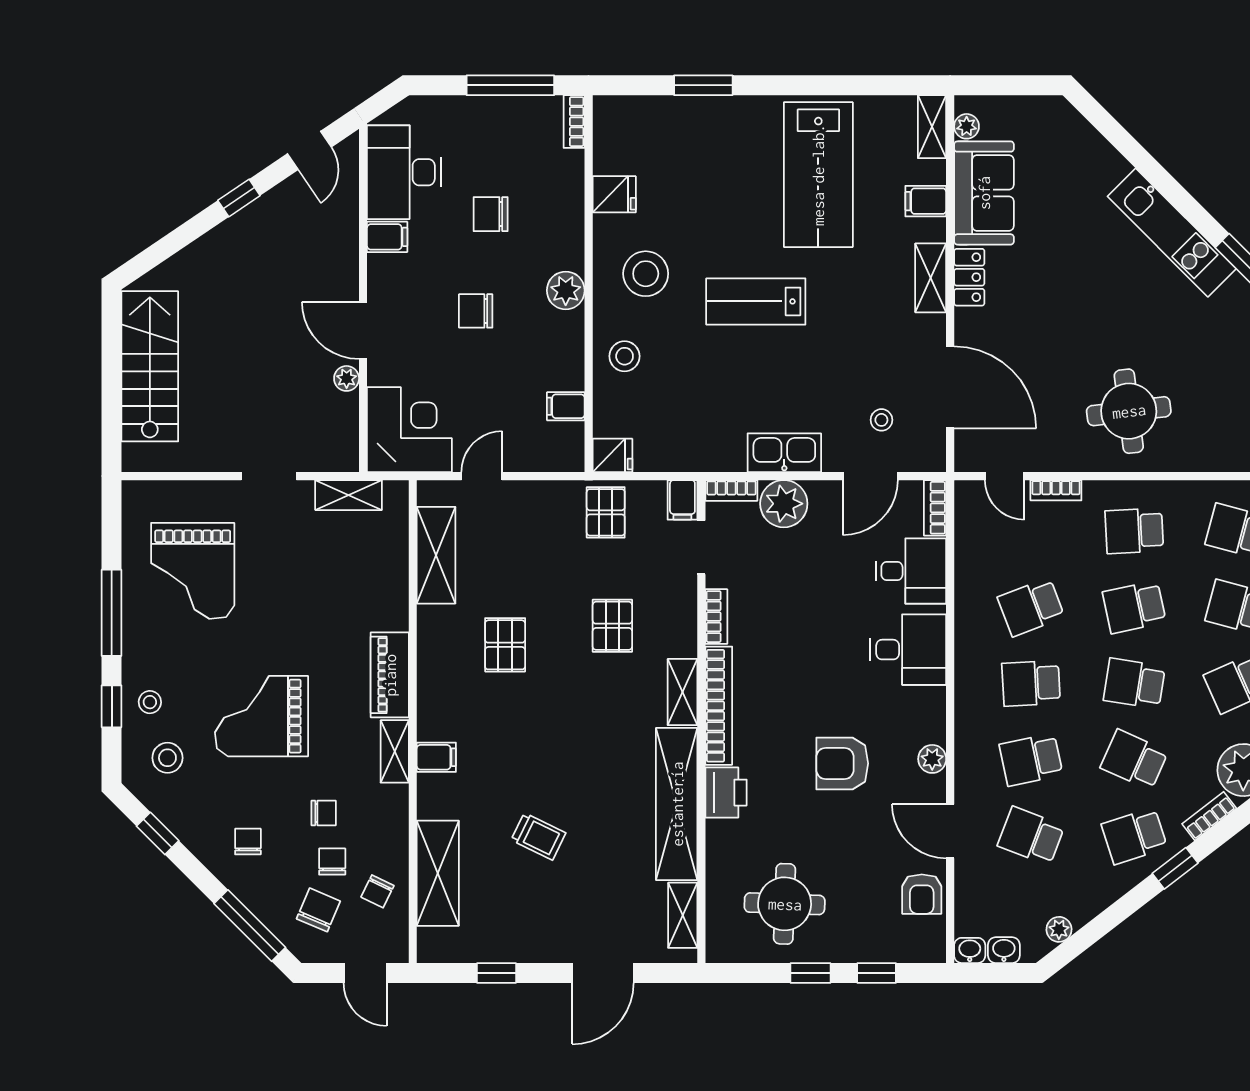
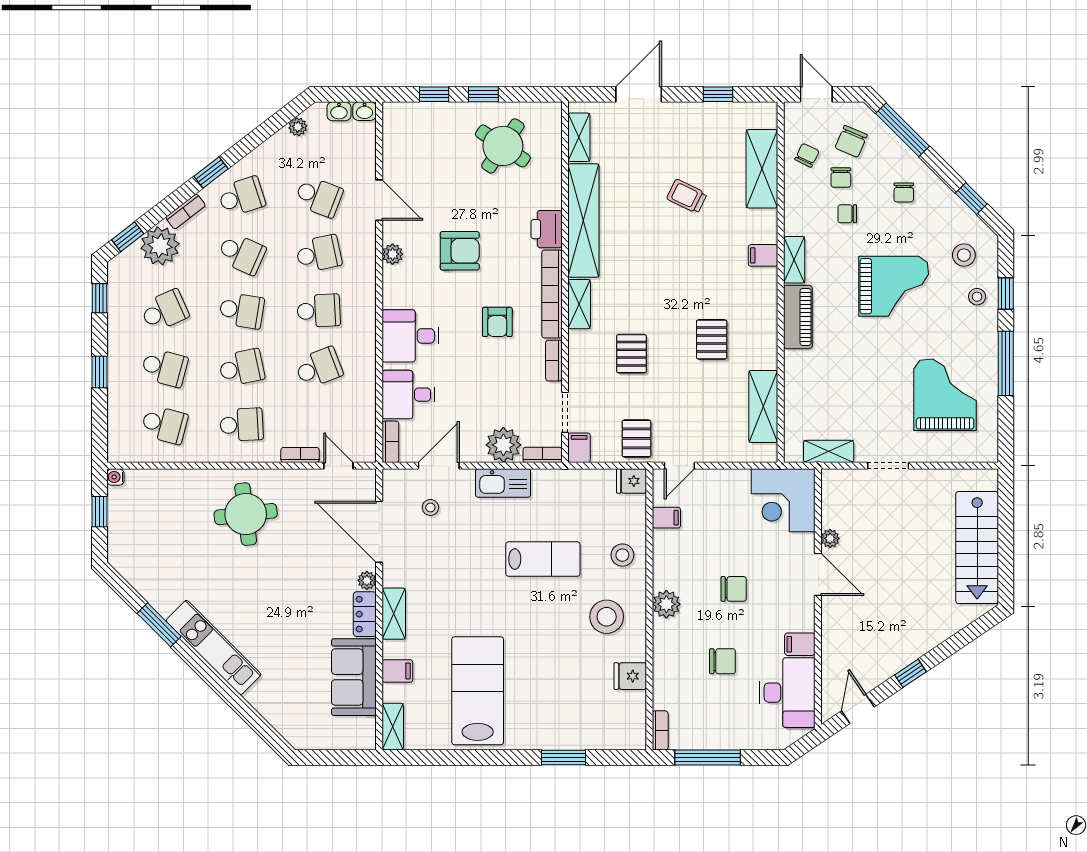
plant: (967, 126) -> (367, 580), moved
lab bench: (756, 301) -> (543, 559), moved
door: (482, 476) -> (679, 466), moved
armchair: (922, 894) -> (497, 322), moved, turned 180
round table: (785, 904) -> (503, 146), turned 32

